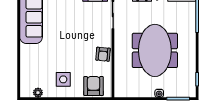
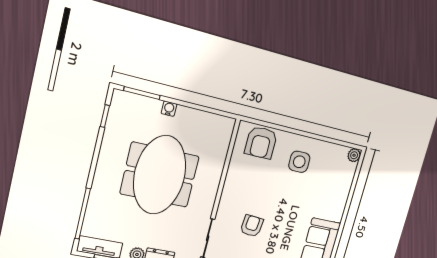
armchair: (103, 54) -> (252, 226), moved
plant: (38, 93) -> (354, 155), moved

